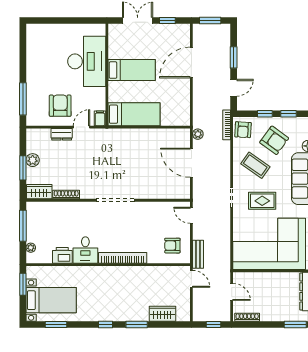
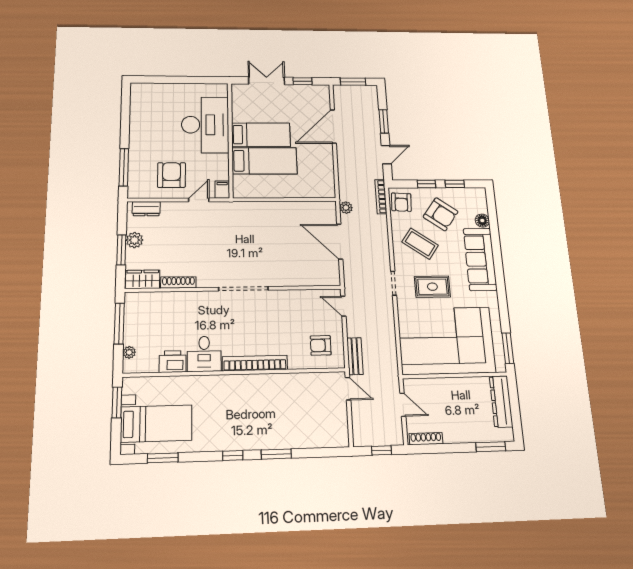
bed: (134, 114) -> (264, 161), moved
dresser: (62, 134) -> (146, 209), moved
wardrobe: (162, 314) -> (311, 438), removed

